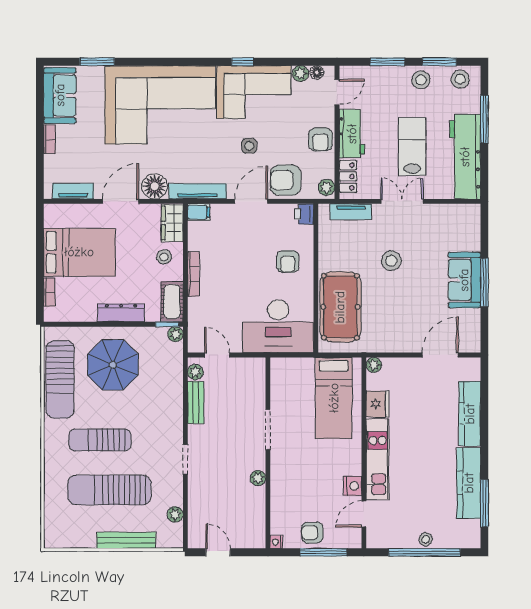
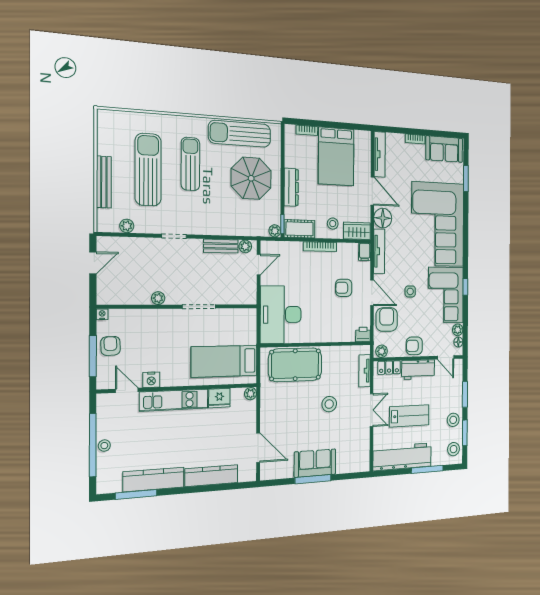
tv unit: (73, 191) -> (380, 154), width x1.41
armchair: (288, 262) -> (344, 288), moved

